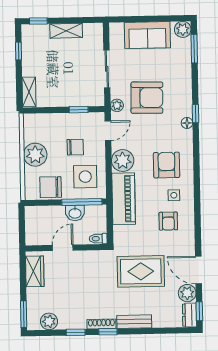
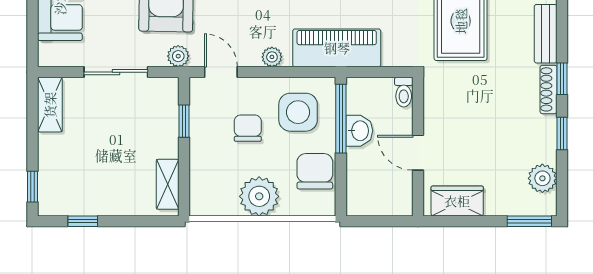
shelving: (66, 31) -> (50, 105), moved
shelving: (29, 92) -> (168, 184), moved, turned 90
plant: (123, 161) -> (272, 57), width x0.53, depth x0.53
chair: (51, 187) -> (315, 171), turned 180

